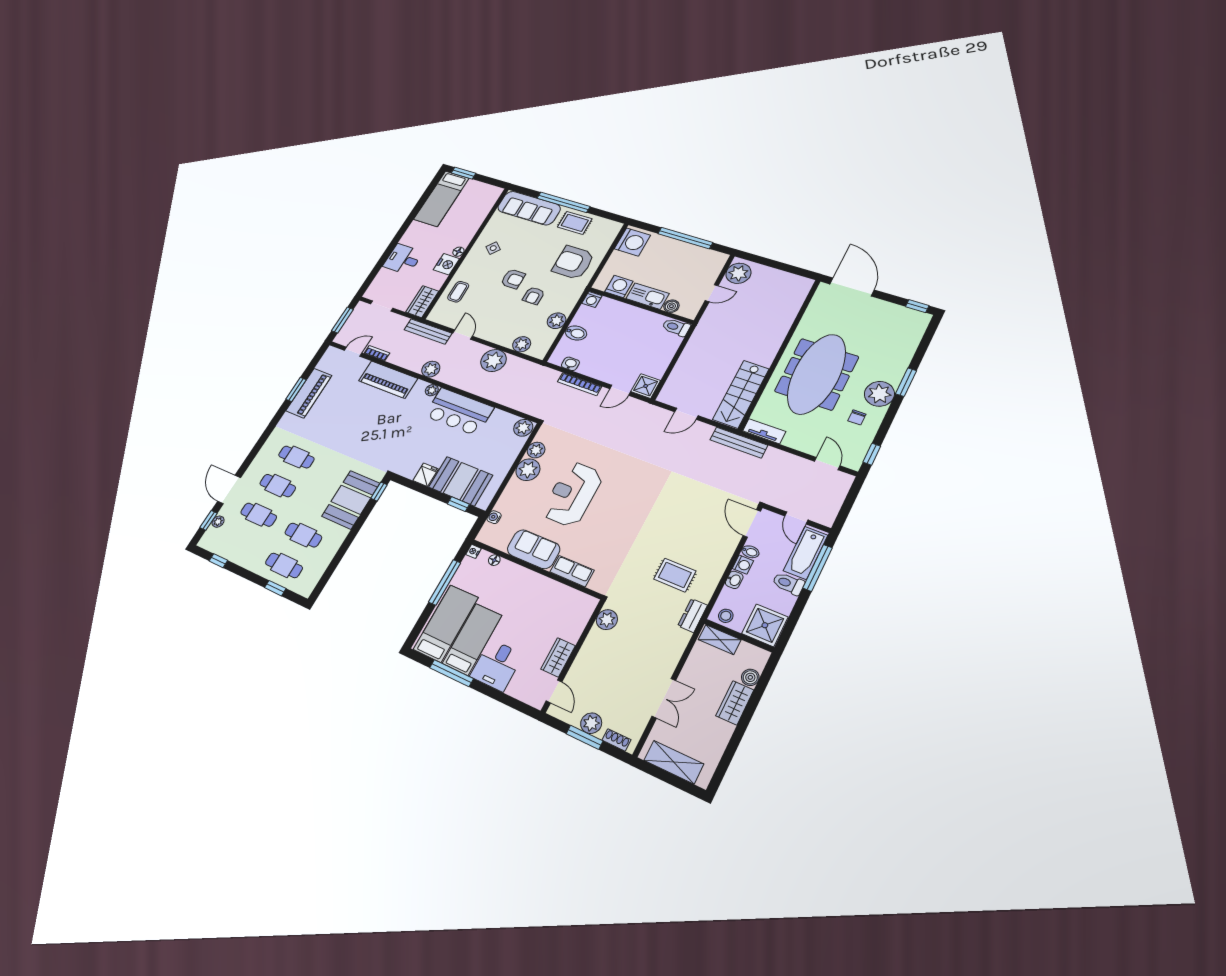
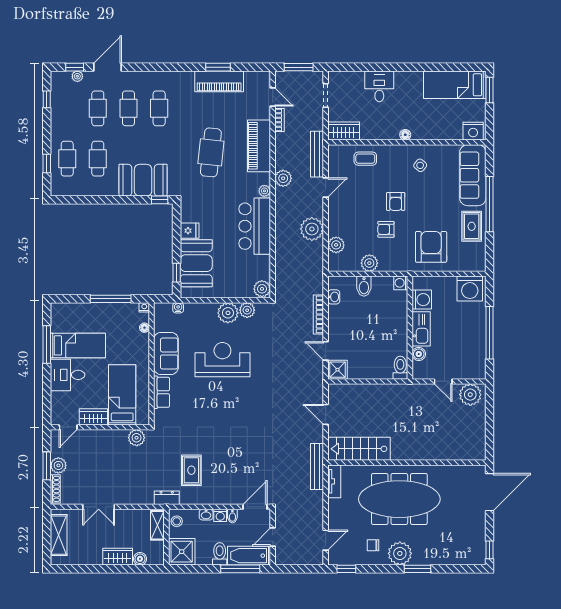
nightstand: (446, 264) -> (473, 131), moved
cafe table: (366, 425) -> (211, 152), added
bed: (446, 623) -> (122, 395), moved, turned -90
shoe rack: (616, 740) -> (55, 489), width x1.43

